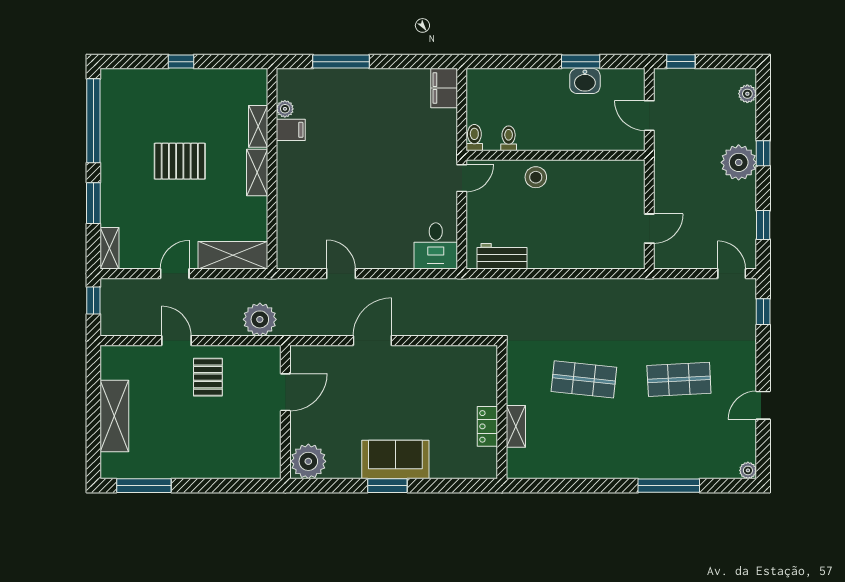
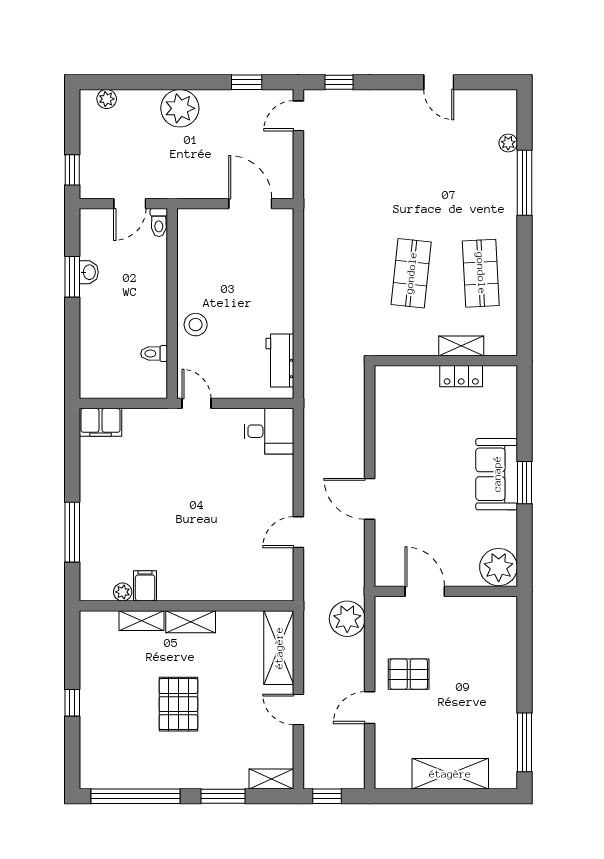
washbasin: (585, 81) -> (89, 272), width x0.72, depth x0.69
toilet: (474, 138) -> (159, 222), moved, turned -90
window: (763, 153) -> (170, 82), removed
door: (649, 229) -> (250, 204), width x1.38
shop shelf: (679, 379) -> (481, 273), moved
plant: (748, 470) -> (508, 143), moved

